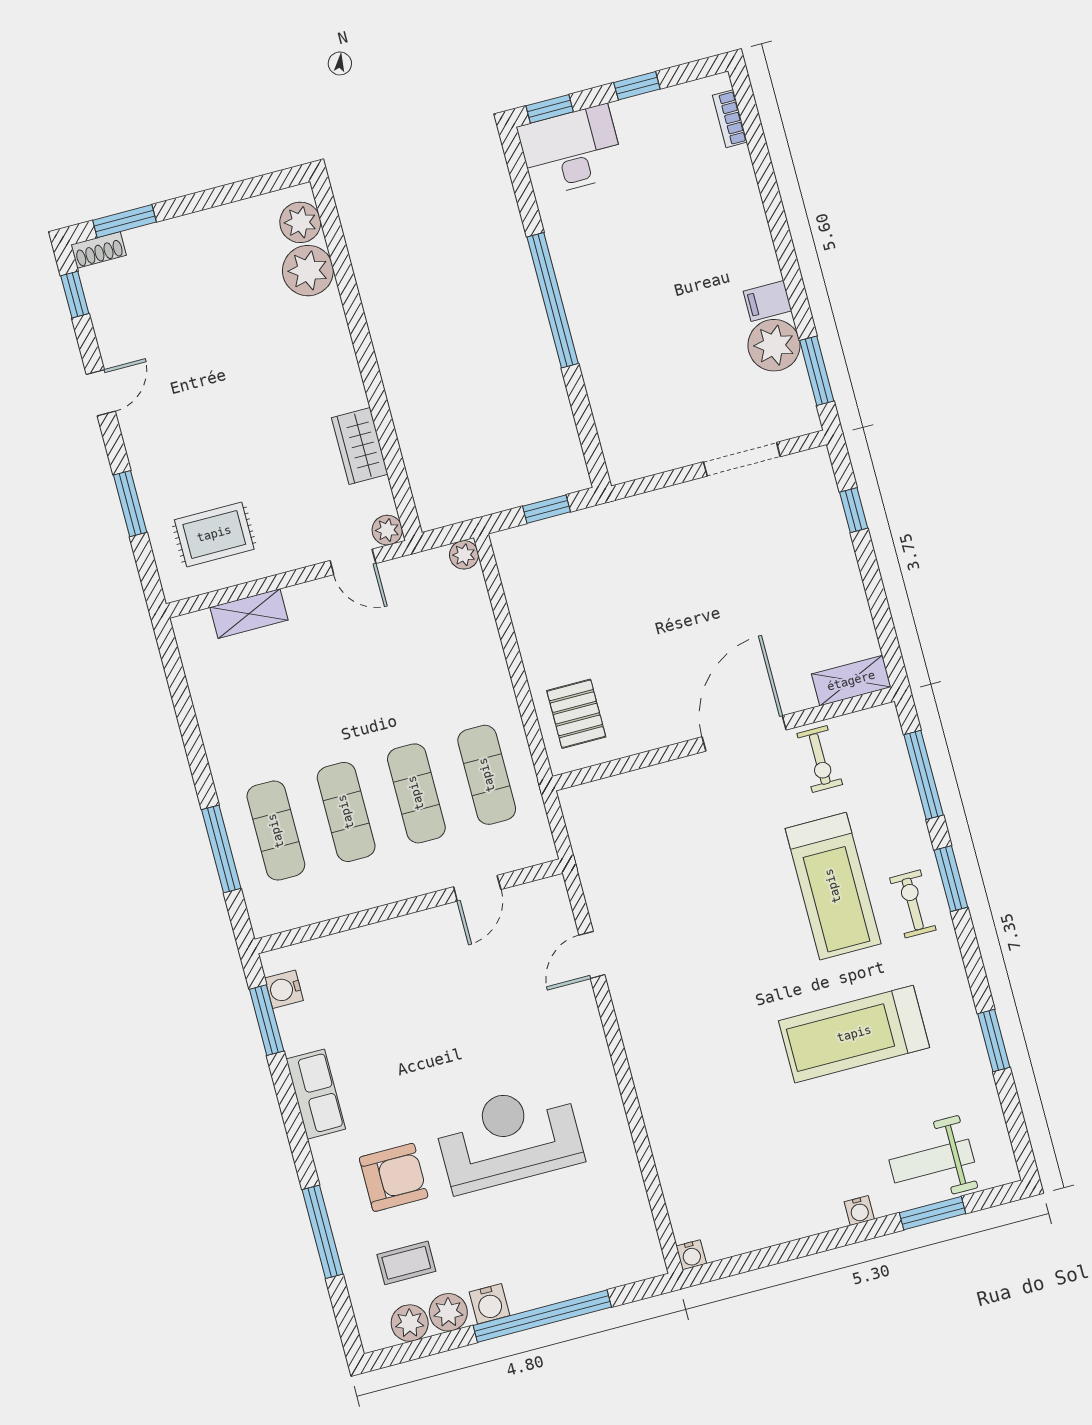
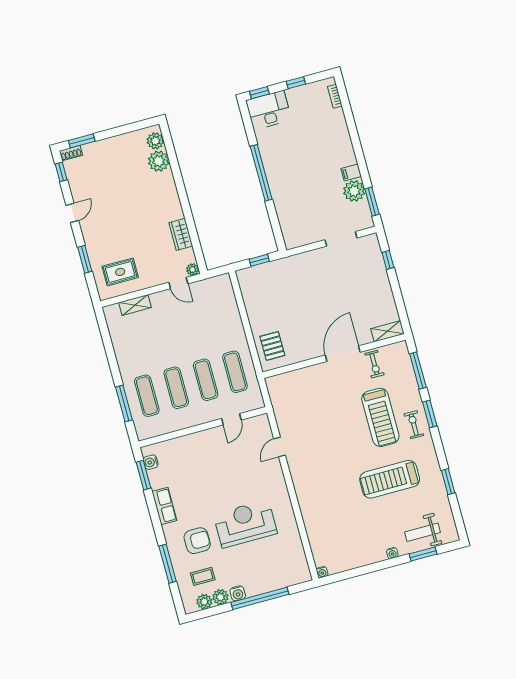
plant: (464, 555) -> (225, 280), removed

